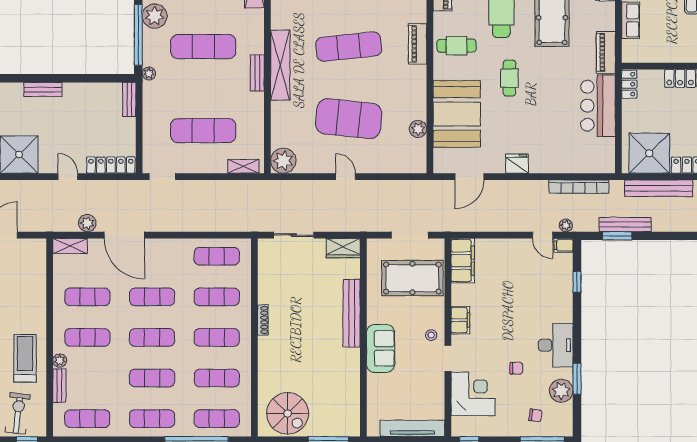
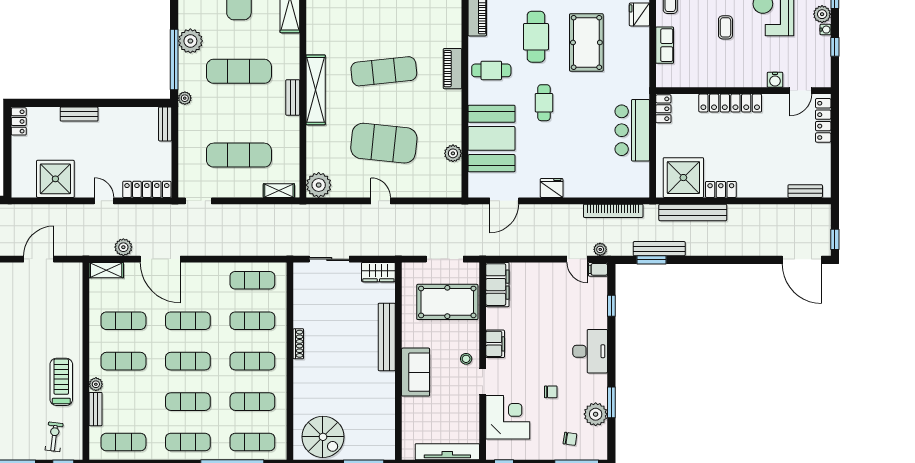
piano: (606, 52) -> (640, 77), removed
desk: (556, 345) -> (590, 351), moved
exercise bike: (18, 413) -> (54, 437), width x0.73, depth x0.72

